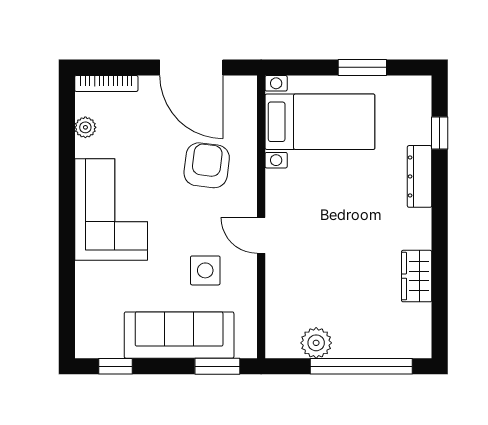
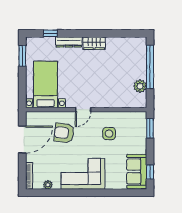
window: (362, 67) -> (22, 56), moved
door: (261, 235) -> (83, 110), moved
wardrobe: (417, 276) -> (94, 43), moved
sofa: (179, 335) -> (137, 171), moved, width x0.73

